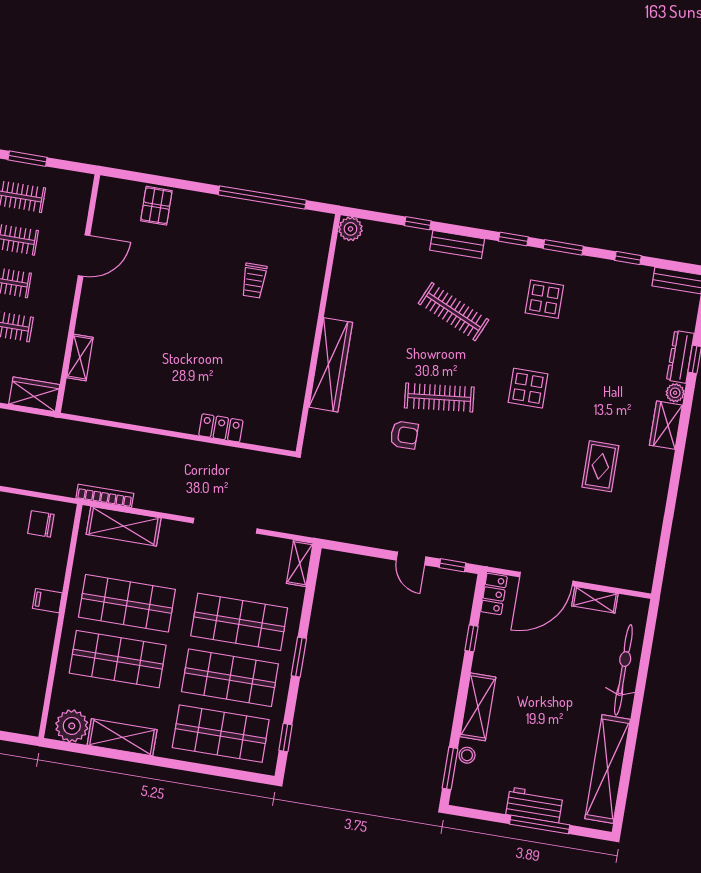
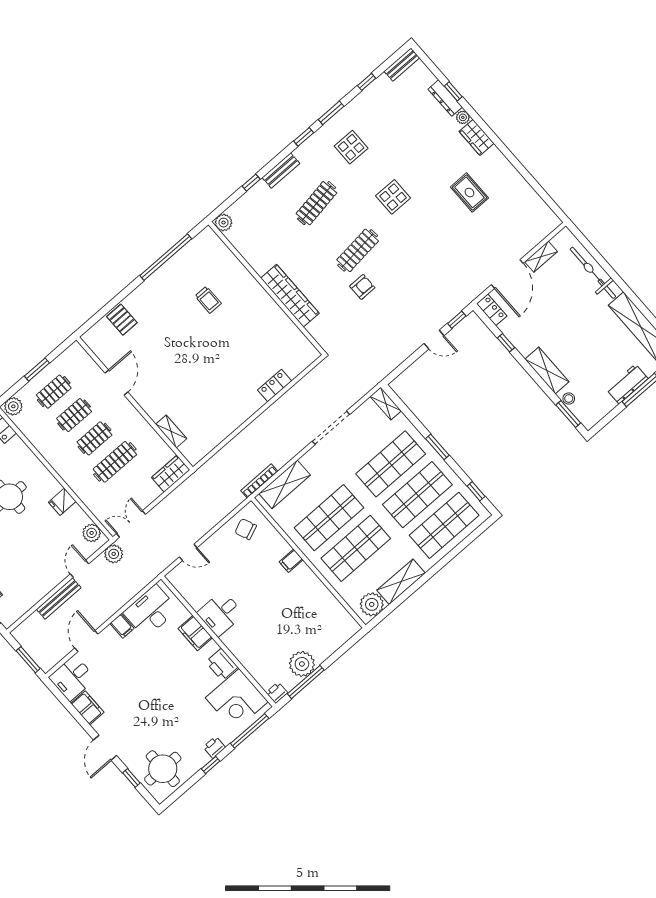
clothes rail: (453, 312) -> (316, 203), turned -33
chair: (41, 524) -> (246, 529), turned 67

